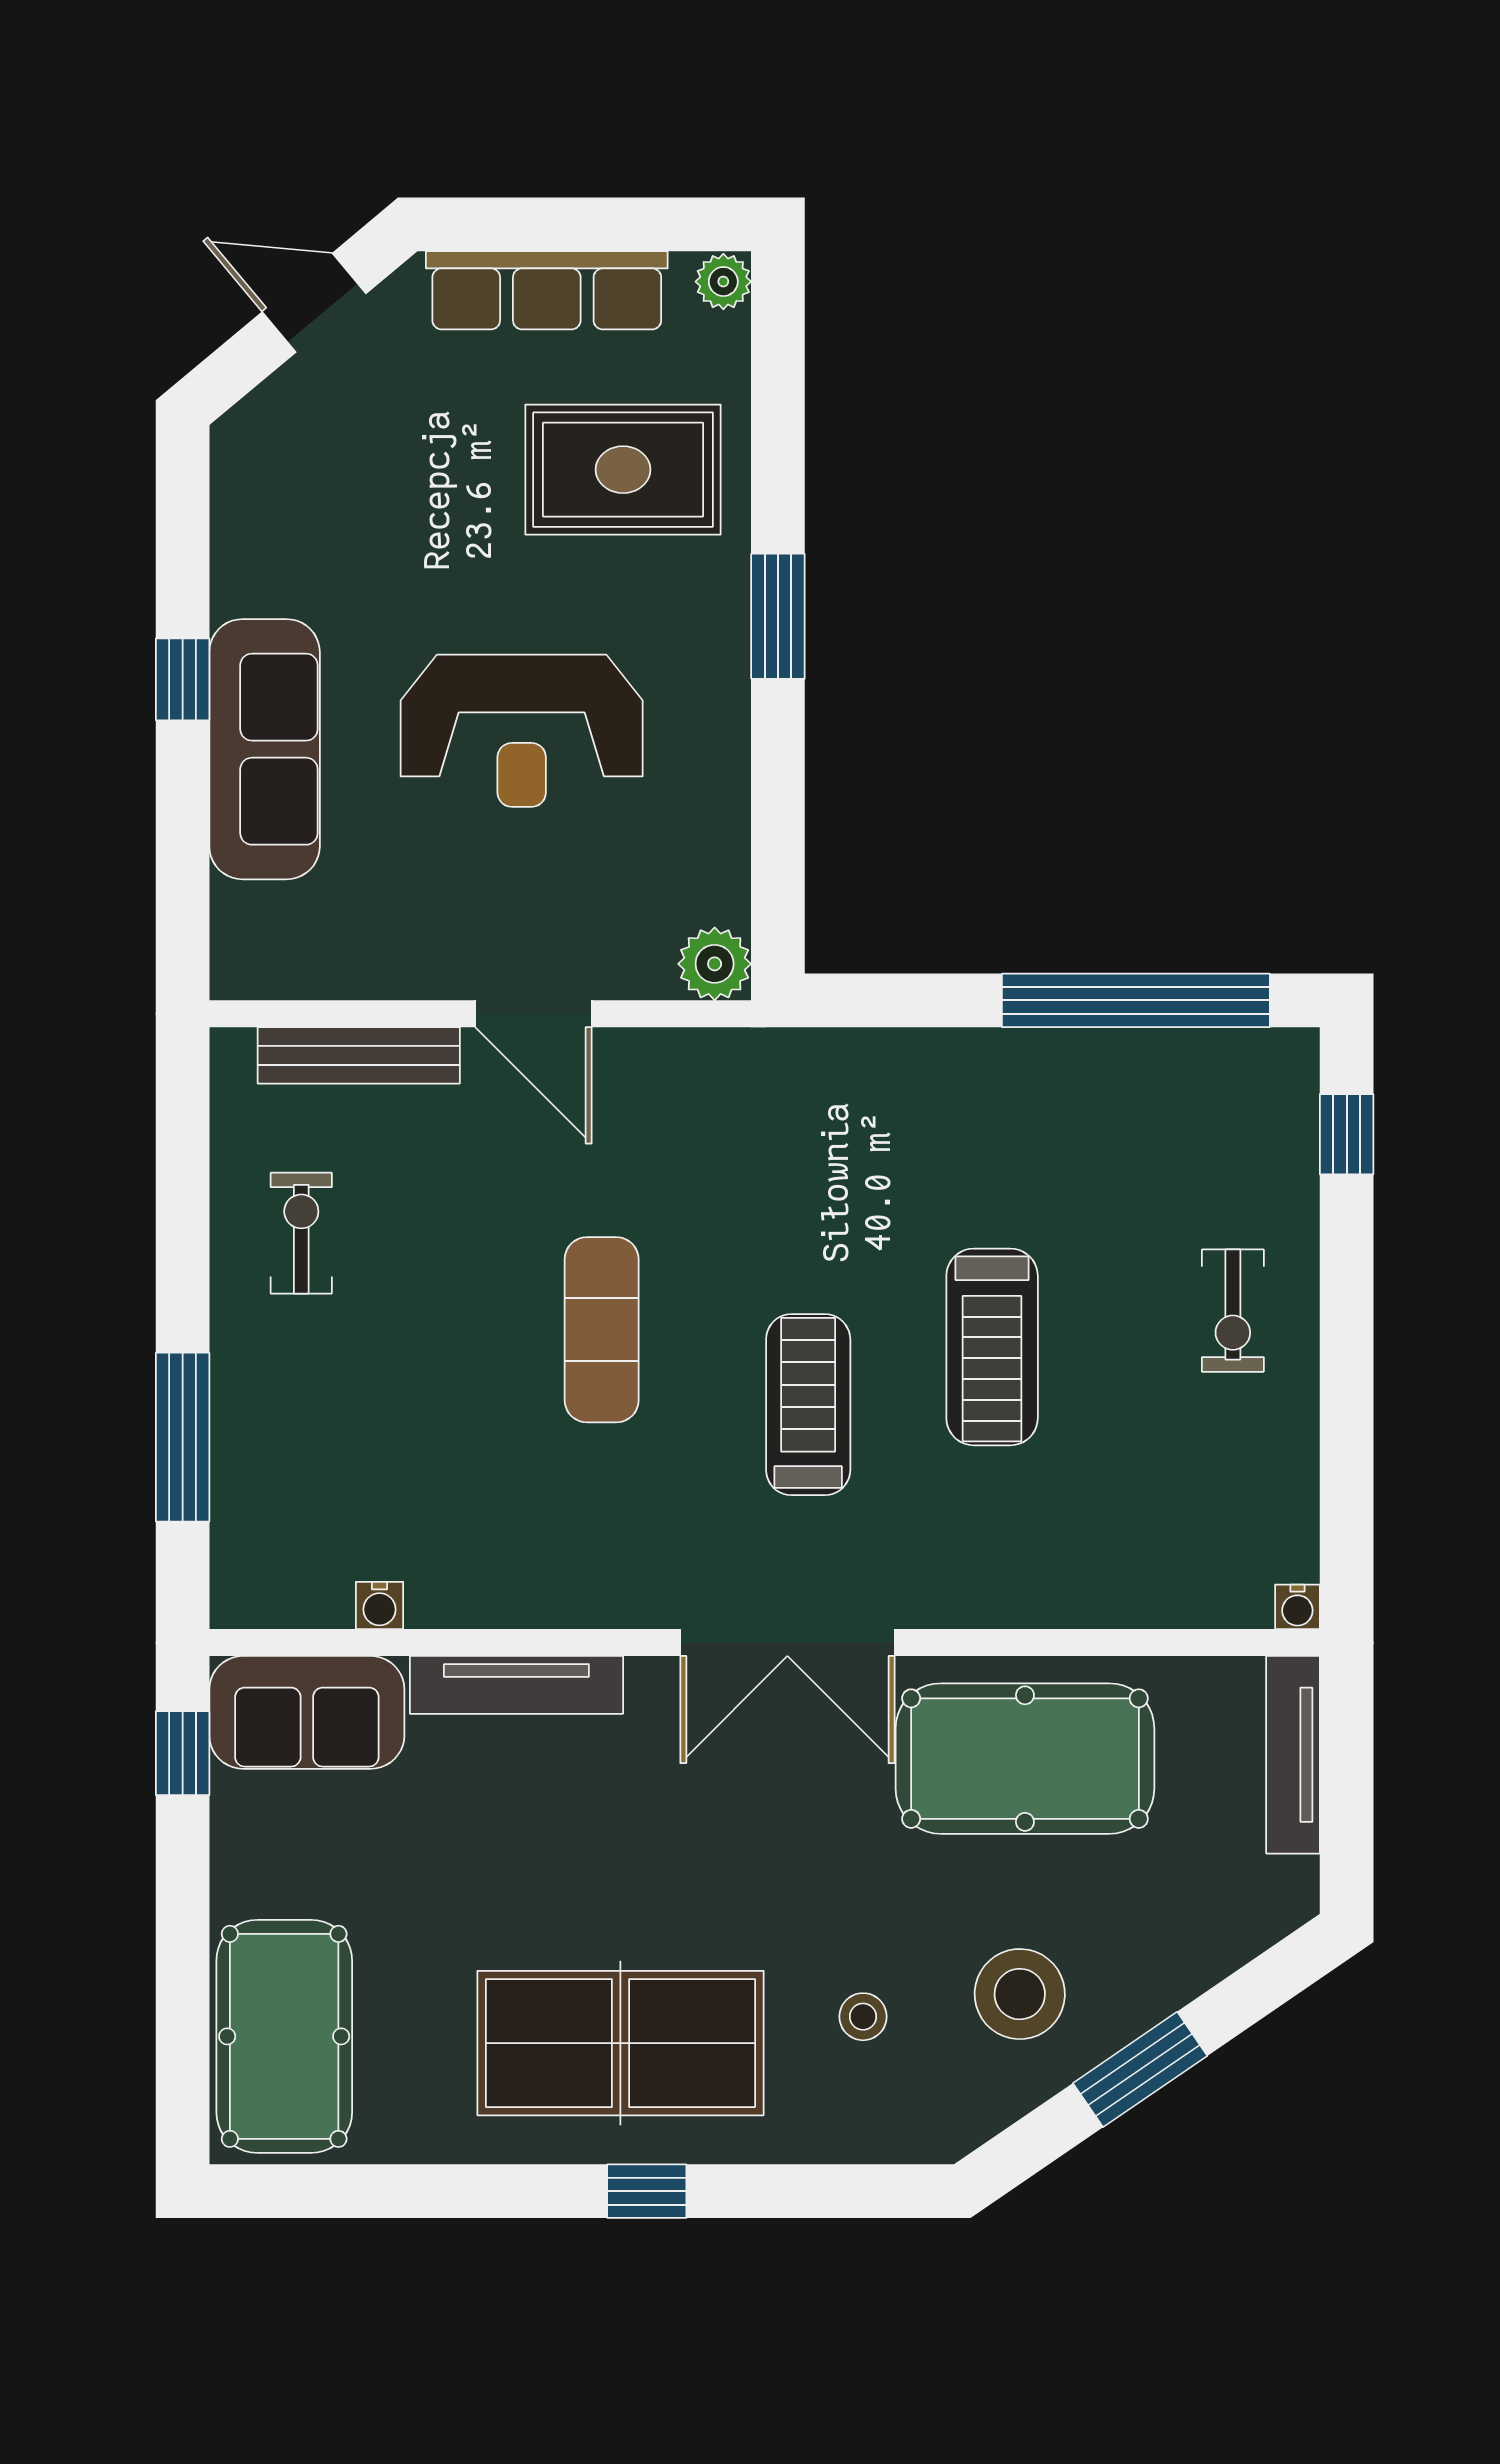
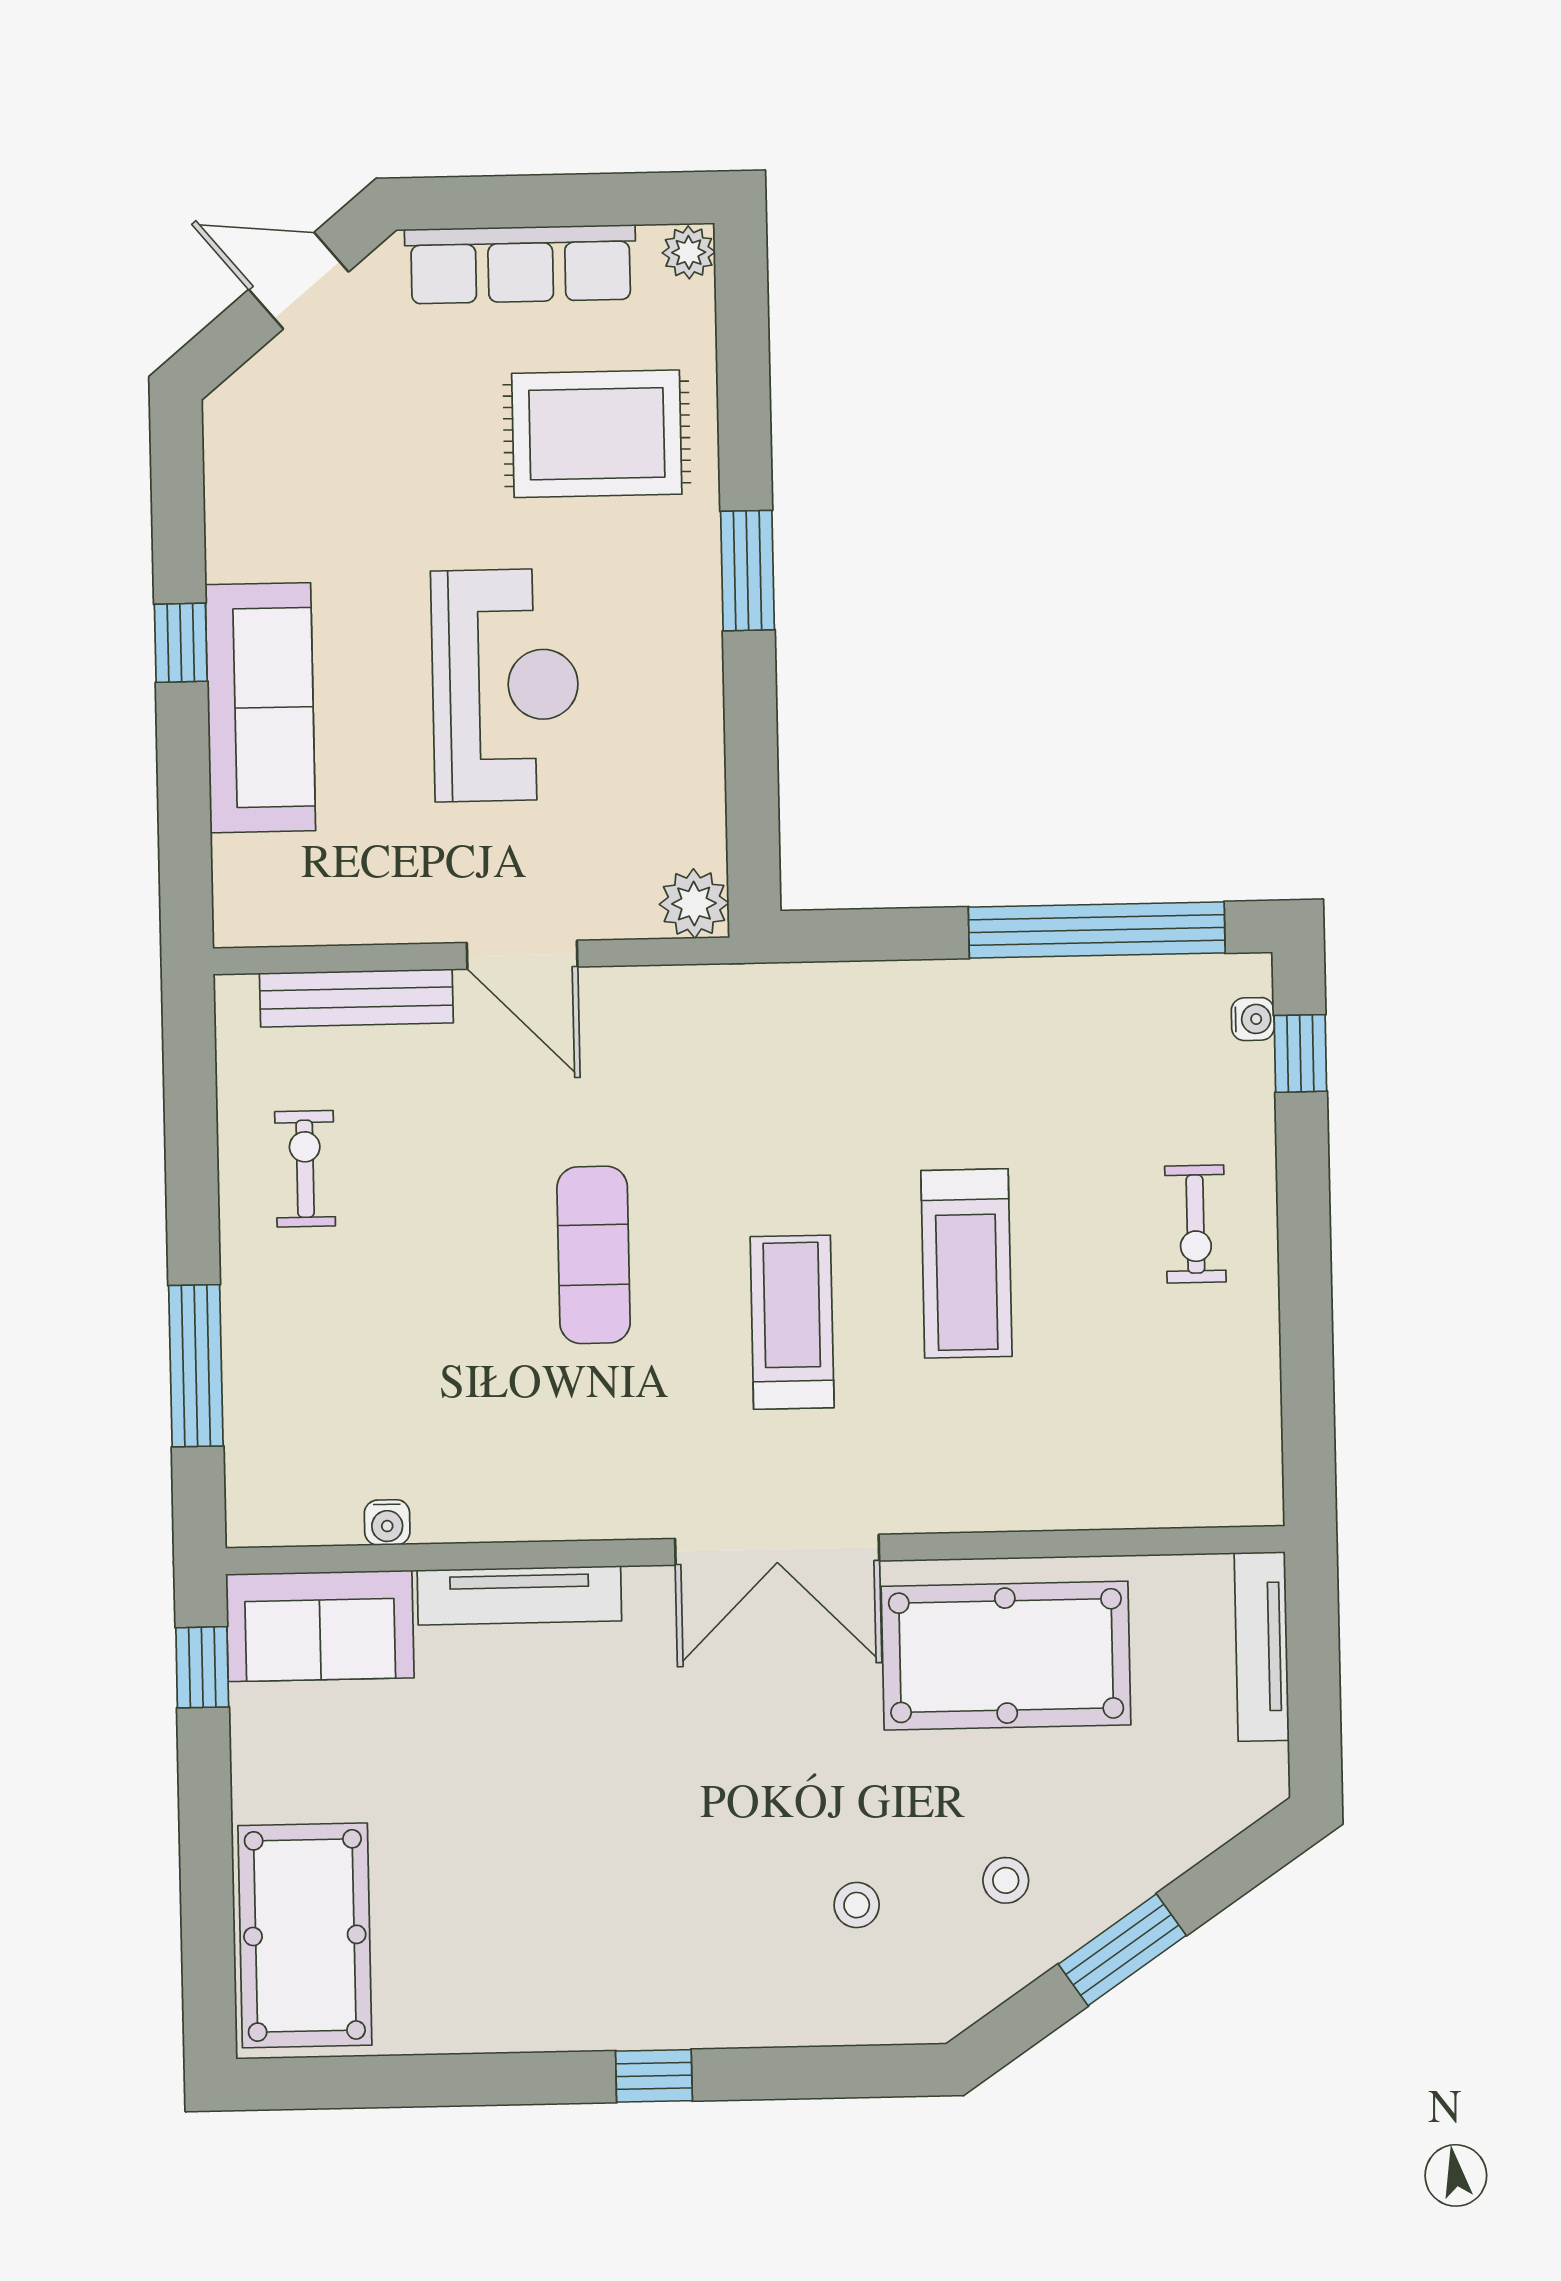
reception desk: (522, 731) -> (505, 685), turned -90
water cooler: (1297, 1607) -> (1253, 1019), moved, turned -90
stool: (1020, 1994) -> (1006, 1880), width x0.53, depth x0.53
table tennis table: (620, 2043) -> (626, 1935), removed

